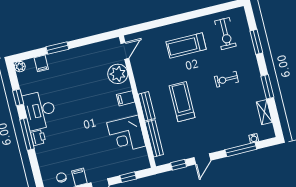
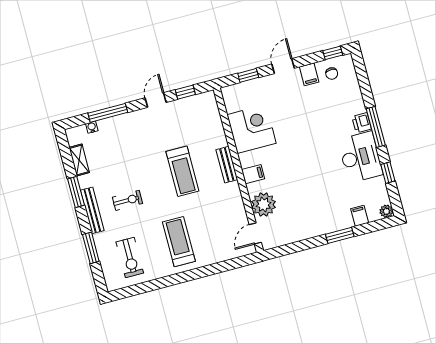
exercise bike: (225, 34) -> (130, 258), turned 180
treadmill: (186, 46) -> (179, 242), turned -90
bench: (154, 138) -> (92, 210), moved

